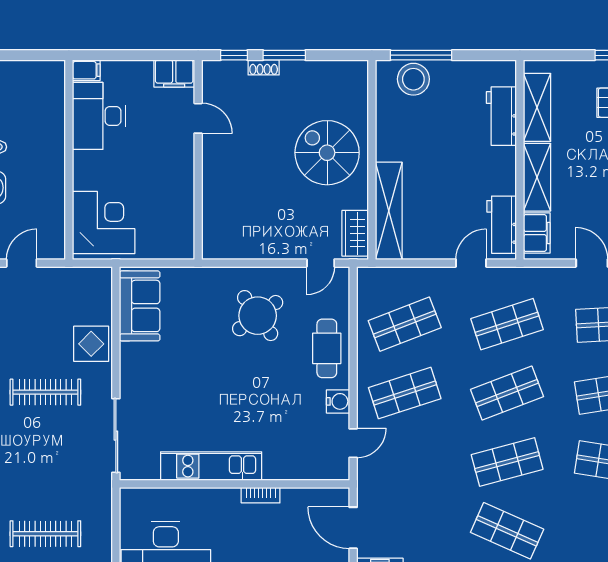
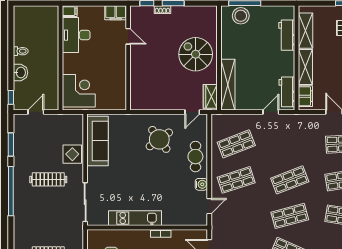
sofa: (140, 306) -> (98, 141), width x1.36
shop shelf: (507, 324) -> (290, 144), removed

